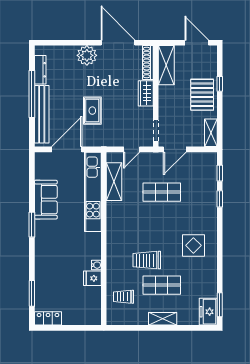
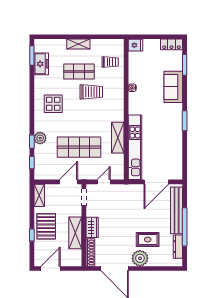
door: (197, 43) -> (51, 269), swing flipped
shelving: (166, 65) -> (75, 233), moved
rug: (92, 111) -> (148, 240), moved, turned 90
shelving: (114, 182) -> (118, 138), moved
shop shelf: (162, 192) -> (79, 147), width x1.43, depth x1.36
sofa: (46, 200) -> (173, 87), moved
plant: (210, 203) -> (40, 138), added
fridge: (92, 278) -> (135, 45), moved
freezer: (208, 312) -> (41, 64), moved

